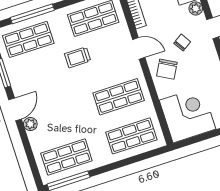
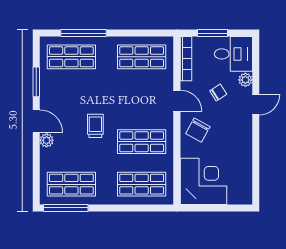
chair: (182, 43) -> (218, 93), moved
trolley: (78, 57) -> (95, 126), moved, turned 90
door: (15, 109) -> (36, 121), hinge flipped

